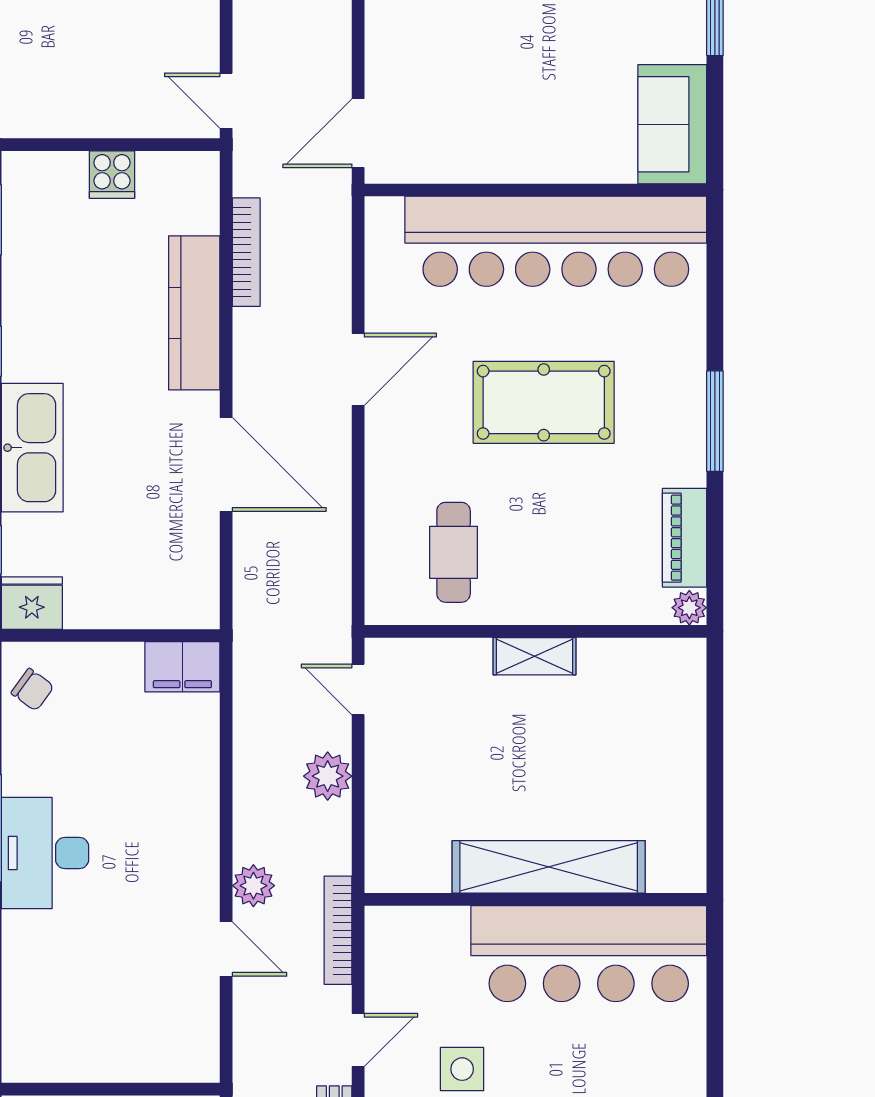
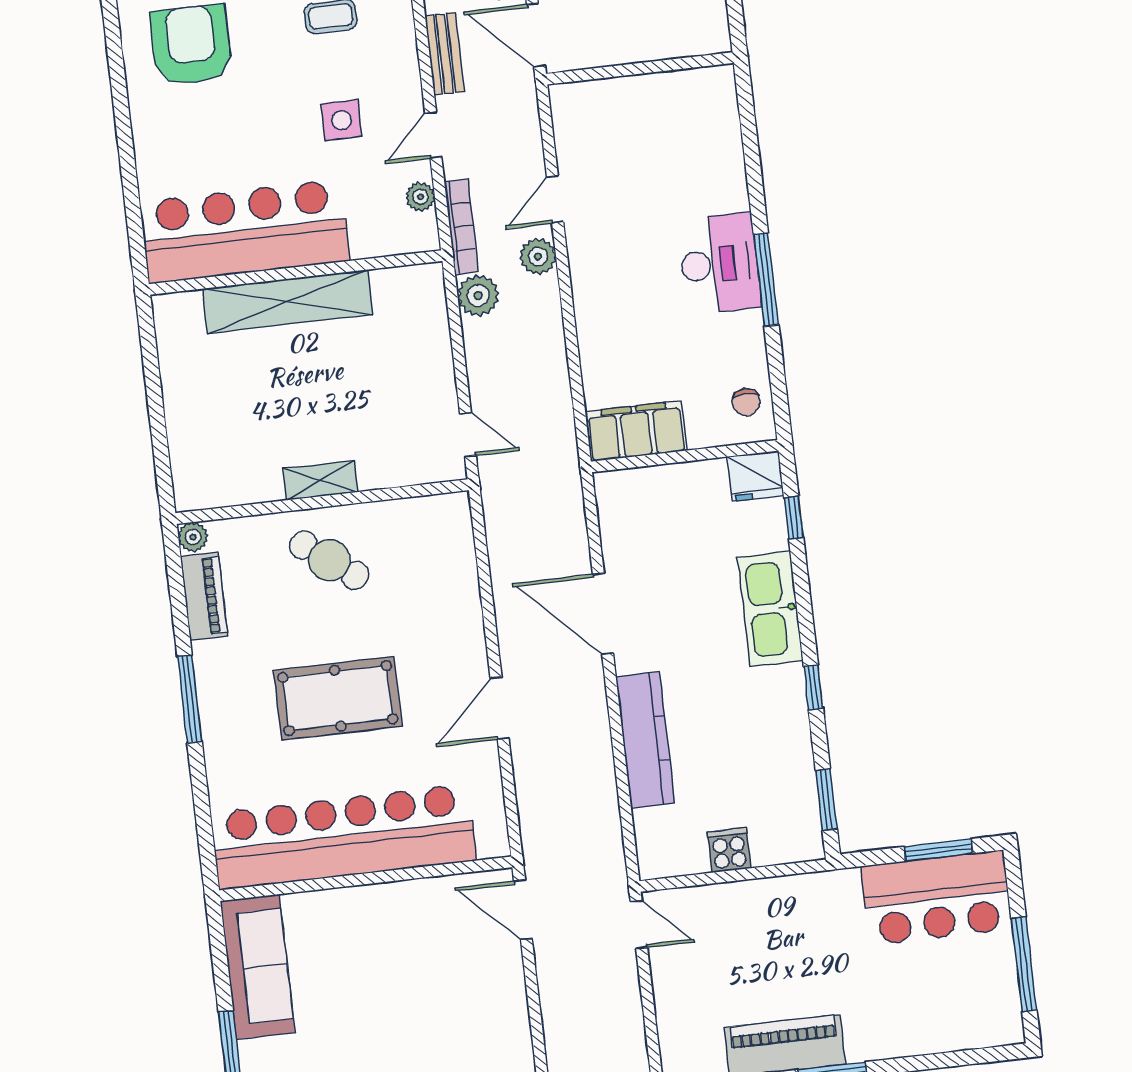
sofa: (672, 124) -> (258, 967), width x1.36
door: (358, 133) -> (523, 910), swing flipped
bookcase: (246, 252) -> (607, 797), removed
cafe table: (454, 552) -> (329, 560), moved, turned -53
filing cabinet: (182, 667) -> (636, 431), width x1.50, depth x1.17
chair: (33, 690) -> (746, 402), turned -126
plant: (328, 776) -> (478, 295), moved
door: (226, 949) -> (555, 200), hinge flipped
plant: (381, 970) -> (420, 197), added

